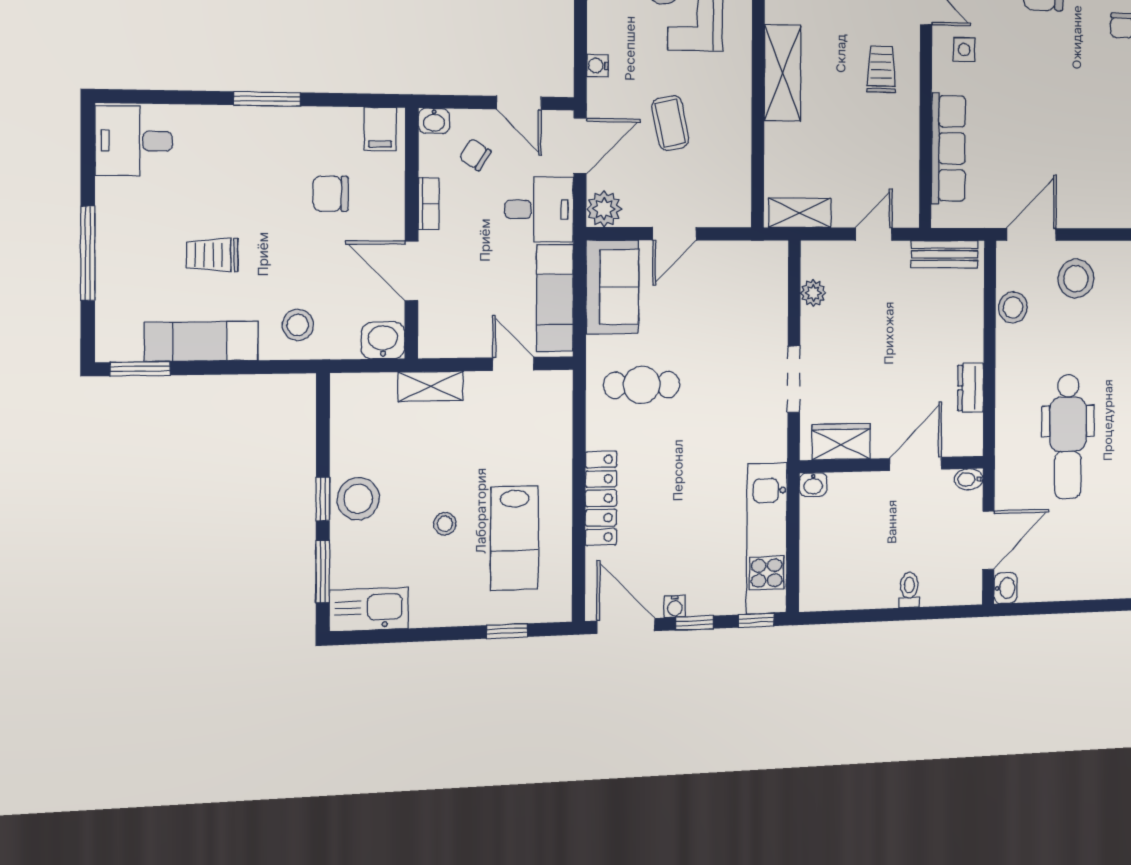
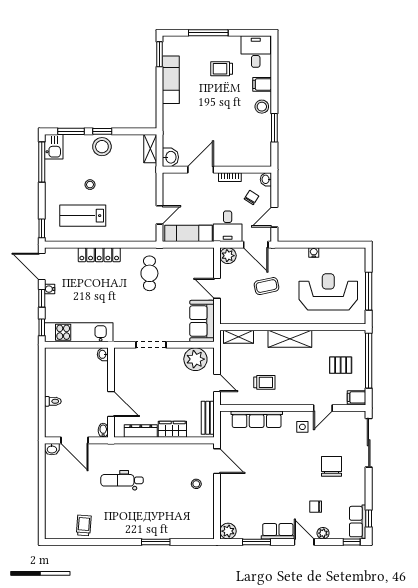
water cooler: (598, 66) -> (314, 252), moved
trolley: (881, 69) -> (264, 382), moved
window: (267, 99) -> (274, 128), moved
filing cabinet: (380, 129) -> (262, 84), moved
chair: (331, 194) -> (234, 134), removed
shelving: (800, 213) -> (238, 337), moved, turned 90
trolley: (212, 255) -> (222, 69), moved, turned -90
stool: (1076, 279) -> (196, 484), width x0.53, depth x0.53
sofa: (612, 287) -> (202, 321), moved, turned 90
plant: (813, 293) -> (195, 359), width x1.88, depth x1.88
stool: (1013, 307) -> (183, 452), removed
stool: (298, 325) -> (262, 107), moved
shelving: (431, 386) -> (150, 149), moved
dresser: (971, 388) -> (141, 431), width x1.44
dental chair: (1068, 437) -> (122, 480), width x0.73, depth x0.72
wardrobe: (841, 442) -> (172, 429), moved, turned -90
kitchen sink: (369, 609) -> (54, 147), width x0.73
door: (626, 626) -> (42, 266), swing flipped
window: (507, 631) -> (42, 228), moved
window: (393, 636) -> (42, 162), added

